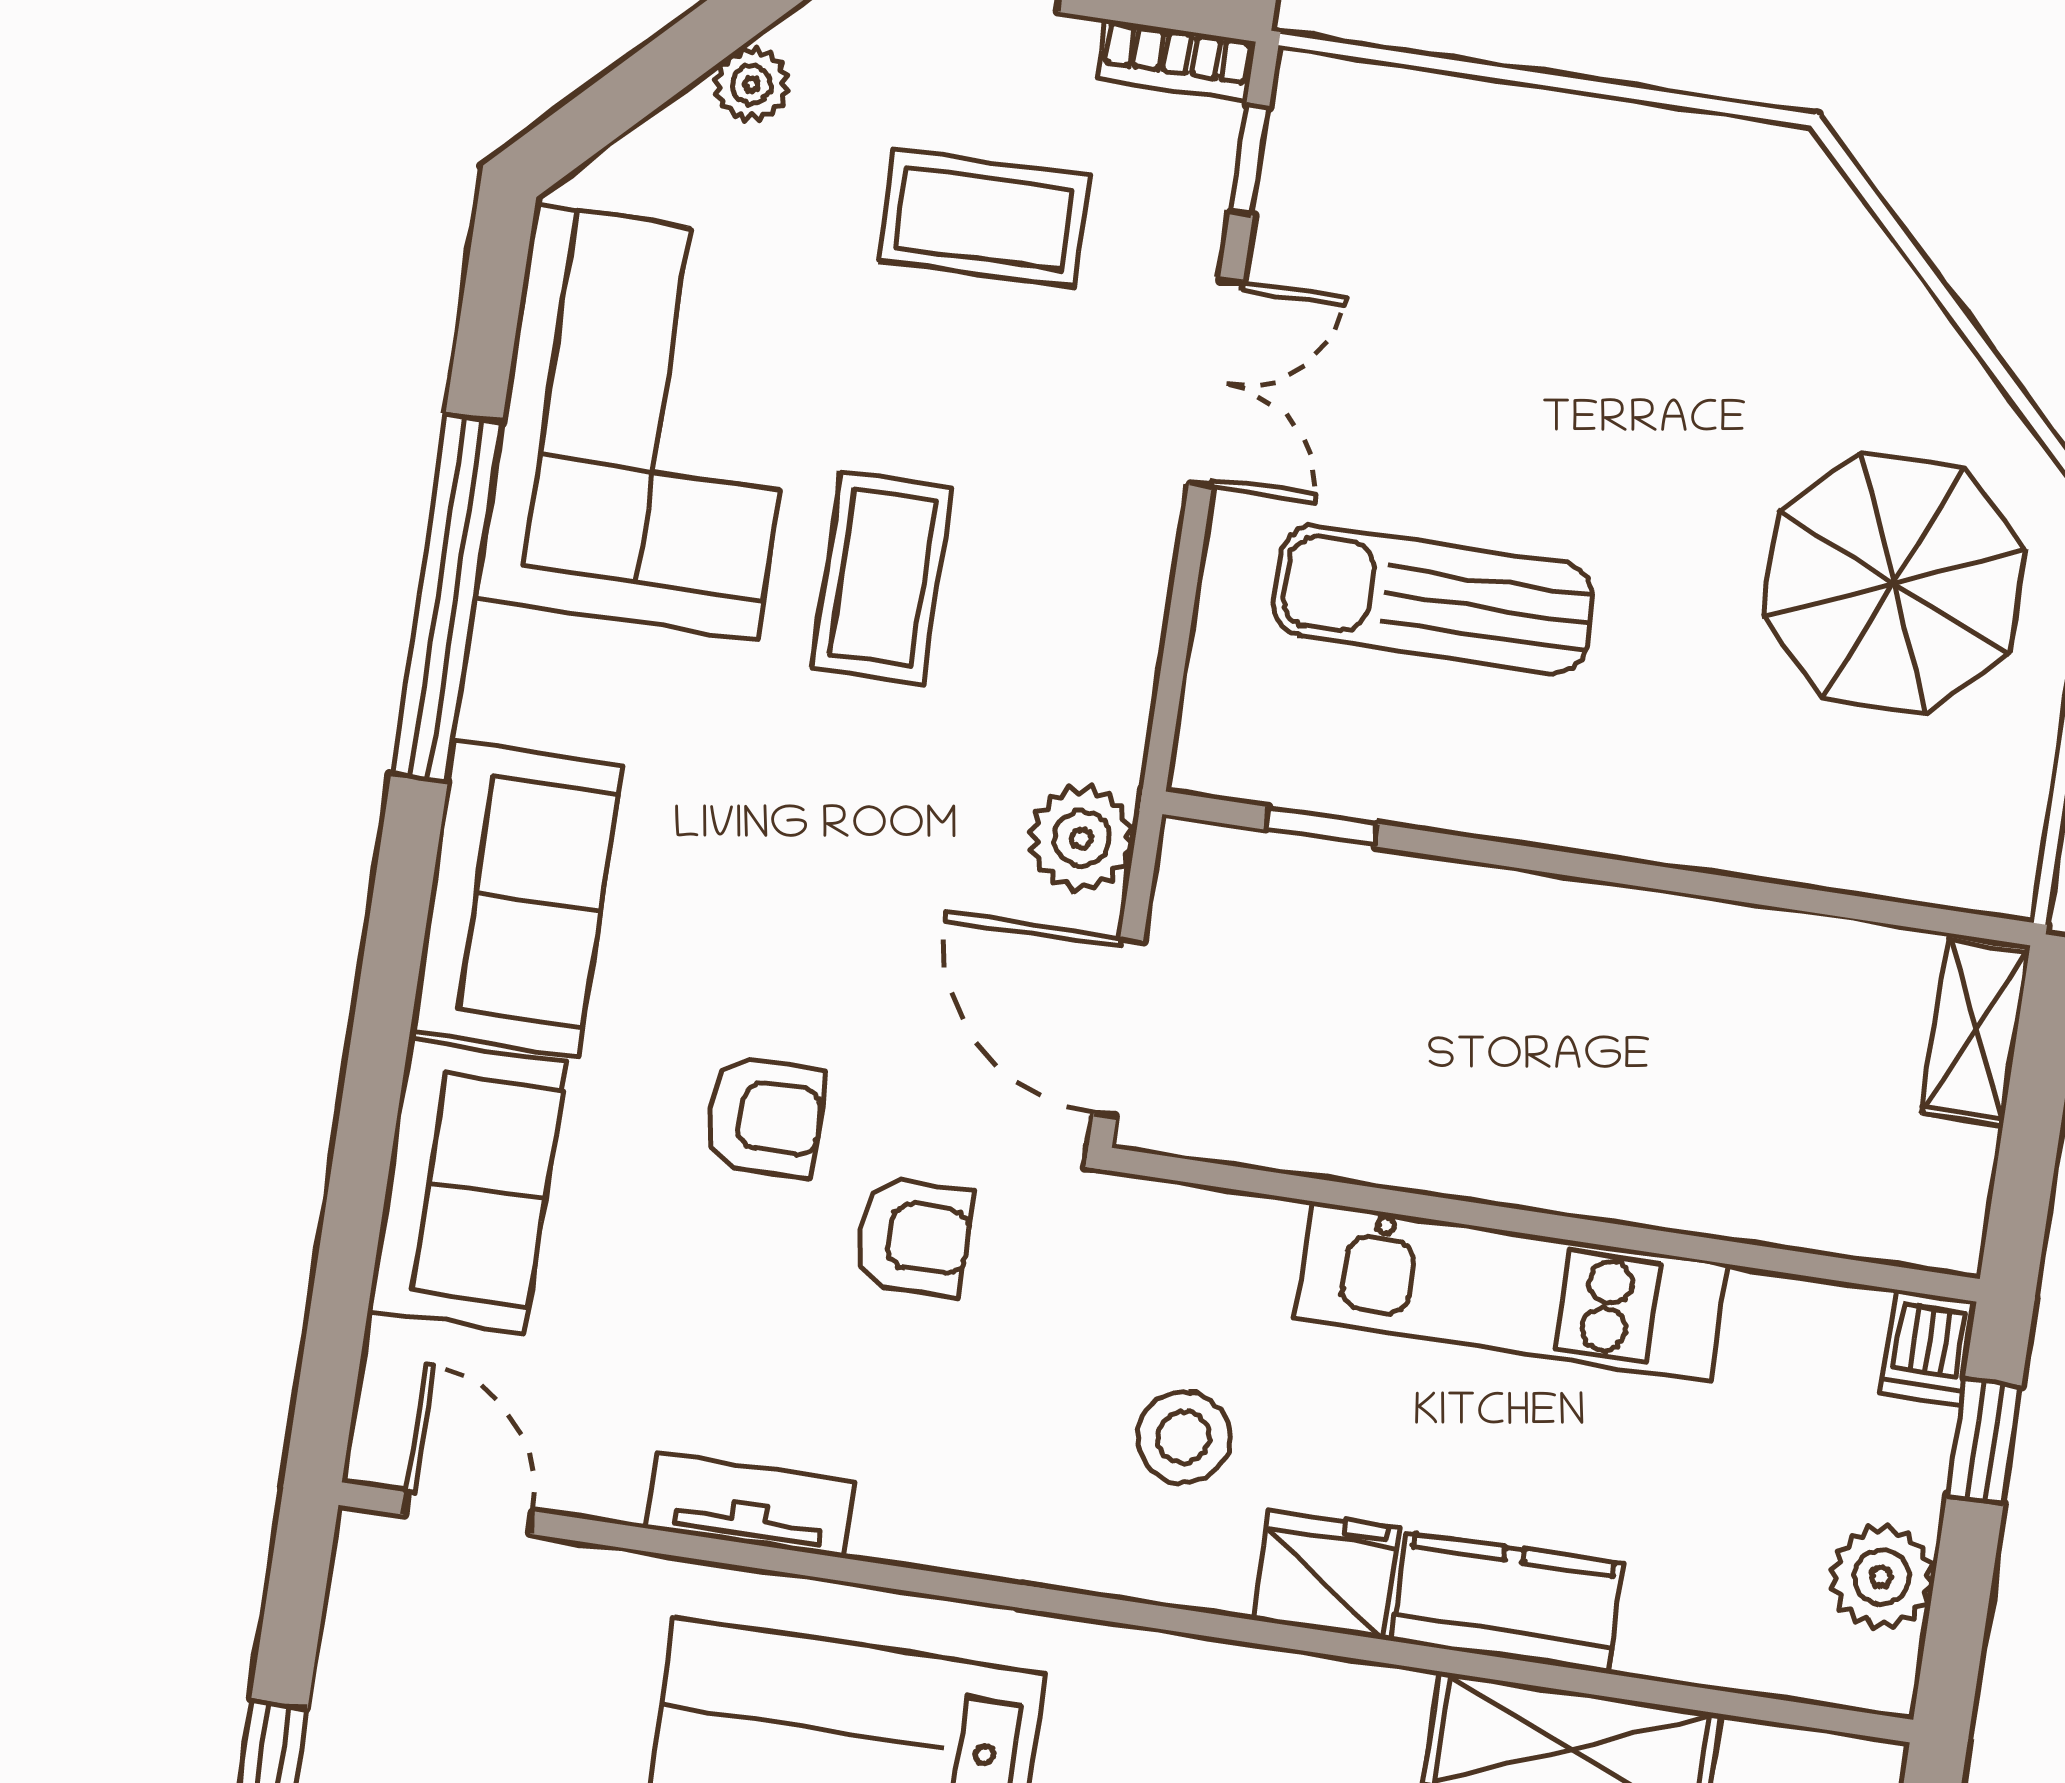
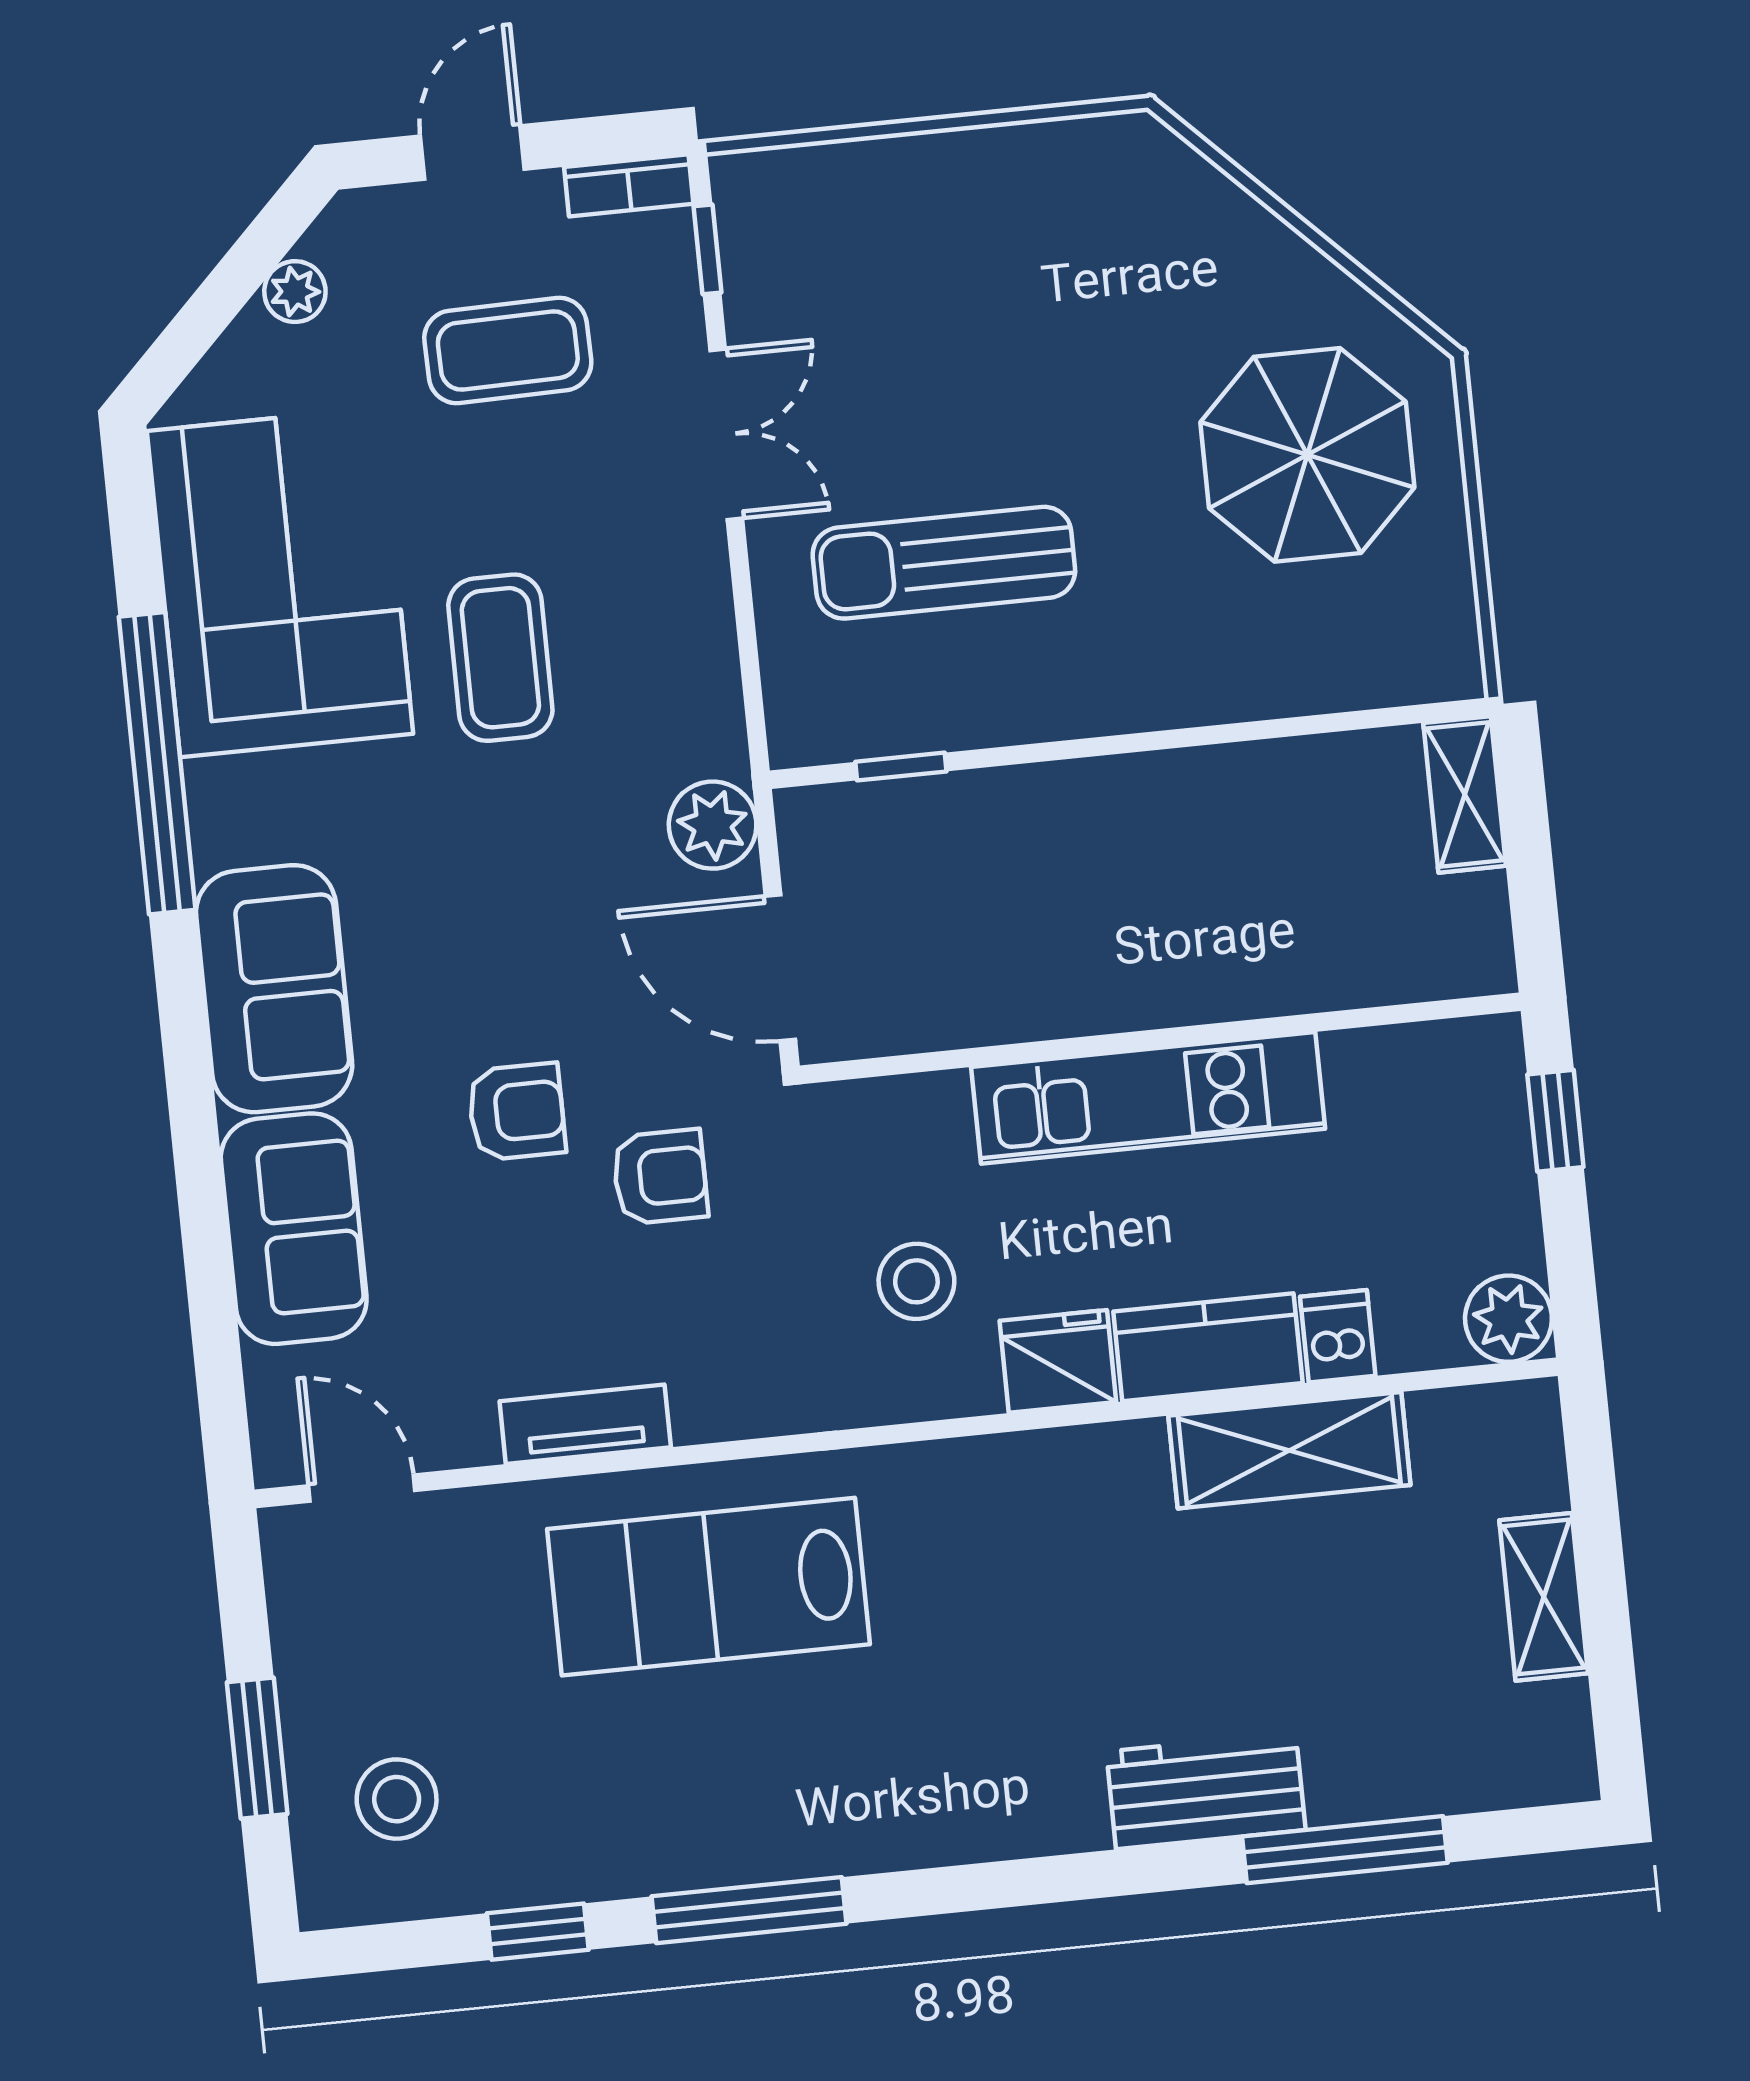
dishwasher: (1928, 1347) -> (1338, 1336), moved, turned 180
plant: (1882, 1577) -> (1508, 1319), moved

